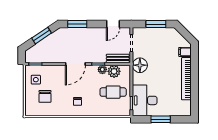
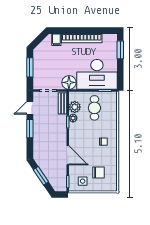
window: (77, 24) -> (30, 129), moved
door: (113, 24) -> (30, 108), swing flipped
door: (75, 64) -> (68, 155), moved
desk: (145, 100) -> (97, 74), width x1.36, depth x1.30
window: (161, 119) -> (120, 50), moved

